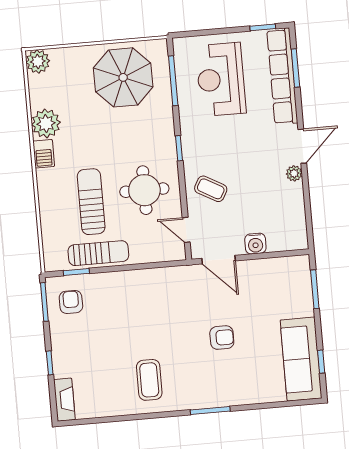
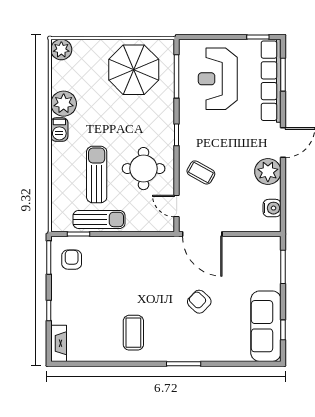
plant: (294, 173) -> (268, 172), width x1.88, depth x1.88
water cooler: (255, 244) -> (272, 208), moved, turned -90
door: (219, 260) -> (202, 234), width x1.36
armchair: (222, 338) -> (199, 302), turned -136

